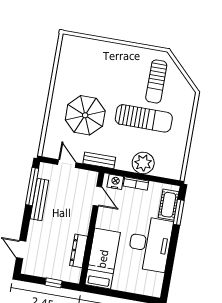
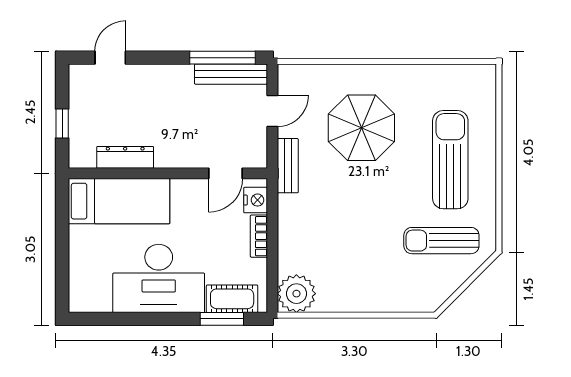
sun lounger: (144, 118) -> (450, 160), moved, turned 180
plant: (143, 163) -> (296, 294), moved
bench: (39, 200) -> (231, 74), moved

